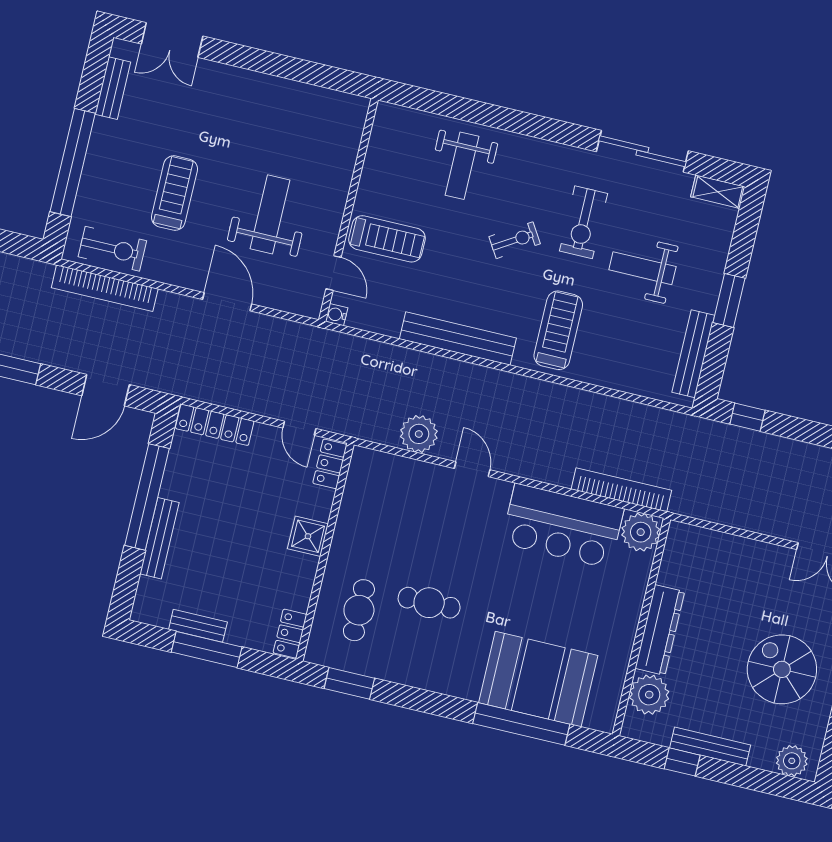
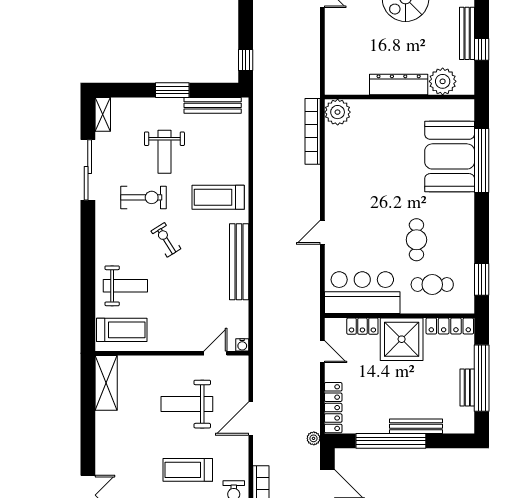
shelving: (328, 105) -> (106, 383), added
treadmill: (387, 239) -> (122, 330), moved, turned 90
door: (299, 428) -> (322, 352), hinge flipped
plant: (419, 434) -> (314, 438), moved, width x0.53, depth x0.53
locker: (330, 464) -> (362, 326), moved
bar counter: (563, 526) -> (362, 293), moved, turned -90
shower: (308, 536) -> (402, 339), width x1.86, depth x1.86
locker: (290, 634) -> (450, 326), width x1.53
window: (207, 650) -> (482, 378), width x1.46

